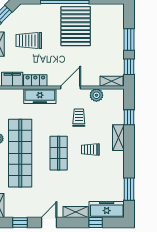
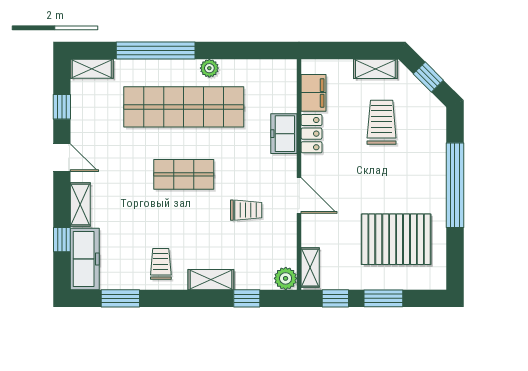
pallet: (76, 26) -> (396, 239), moved
plant: (96, 95) -> (286, 278), moved
freezer: (40, 96) -> (284, 134), width x0.71
trolley: (90, 150) -> (161, 264), moved

